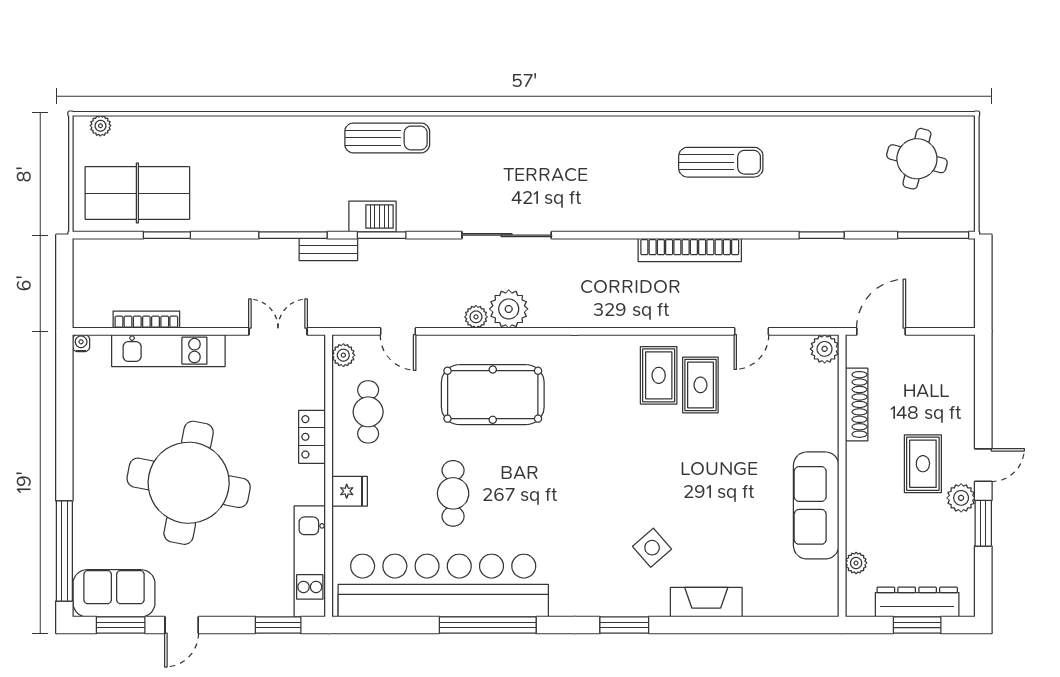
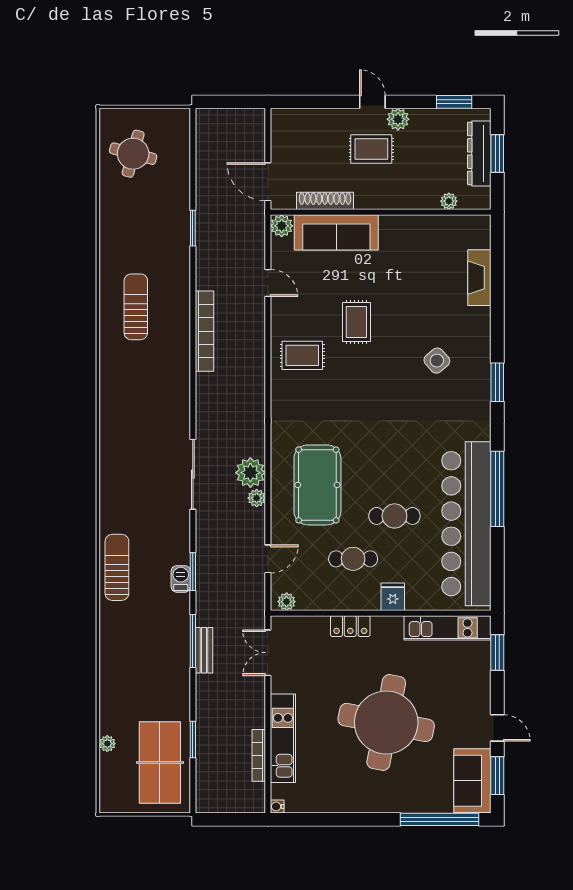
plant: (100, 126) -> (107, 744), moved
barbecue: (372, 216) -> (181, 579), width x0.73, depth x0.79
window: (933, 235) -> (193, 141), removed
bench: (328, 249) -> (204, 650), moved
rug: (700, 385) -> (356, 322), moved, turned 90
cafe table: (368, 412) -> (353, 559), moved
sofa: (816, 505) -> (336, 232), moved
window: (983, 523) -> (454, 102), moved
fireplace: (706, 602) -> (479, 278), moved

